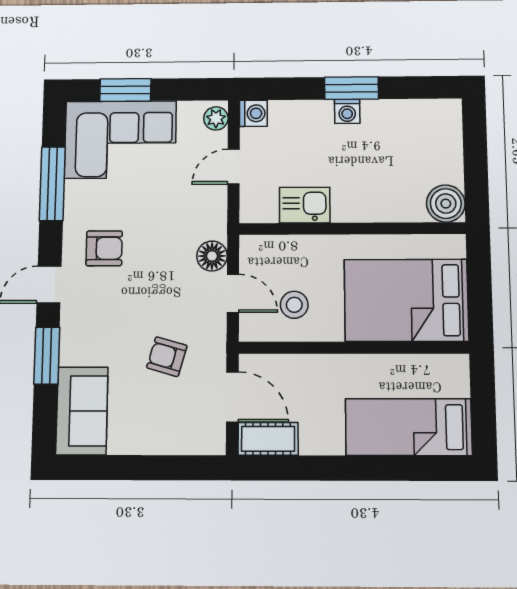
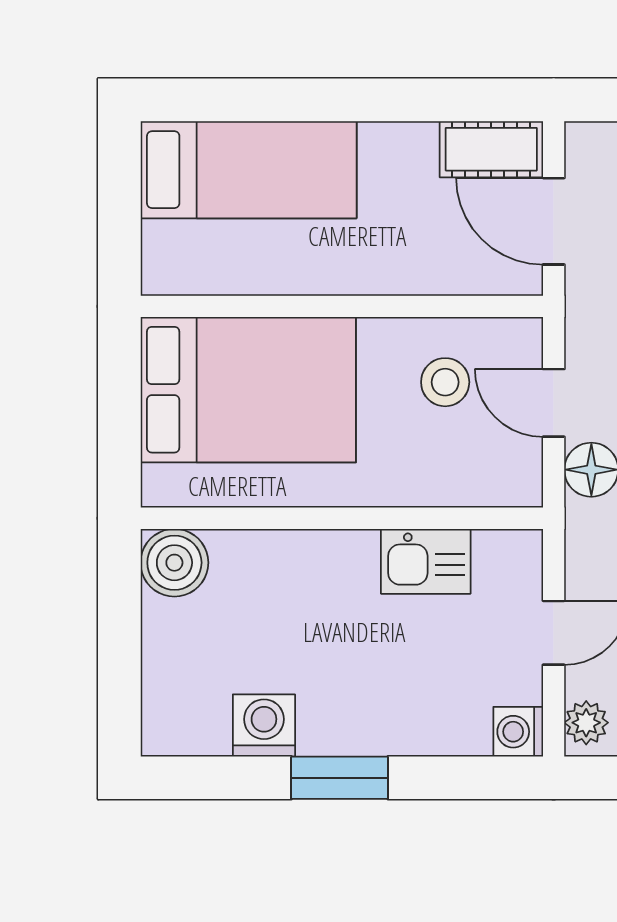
washing machine: (347, 111) -> (264, 725), moved, width x1.38, depth x1.38

